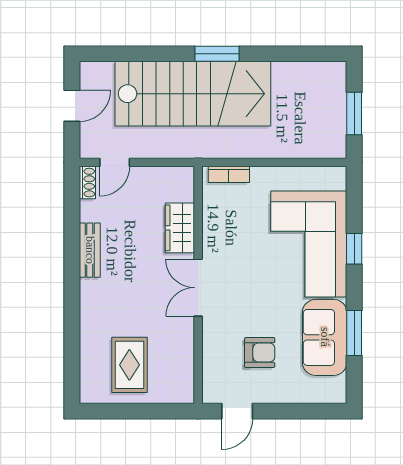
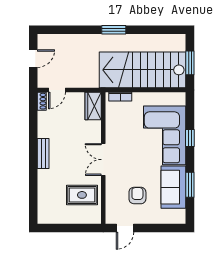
stairs: (193, 94) -> (143, 70), moved, turned 180
wardrobe: (180, 228) -> (93, 106), moved
bench: (90, 250) -> (43, 153), moved
armchair: (260, 353) -> (137, 196), turned -90
rug: (129, 365) -> (82, 195), moved, turned 90

